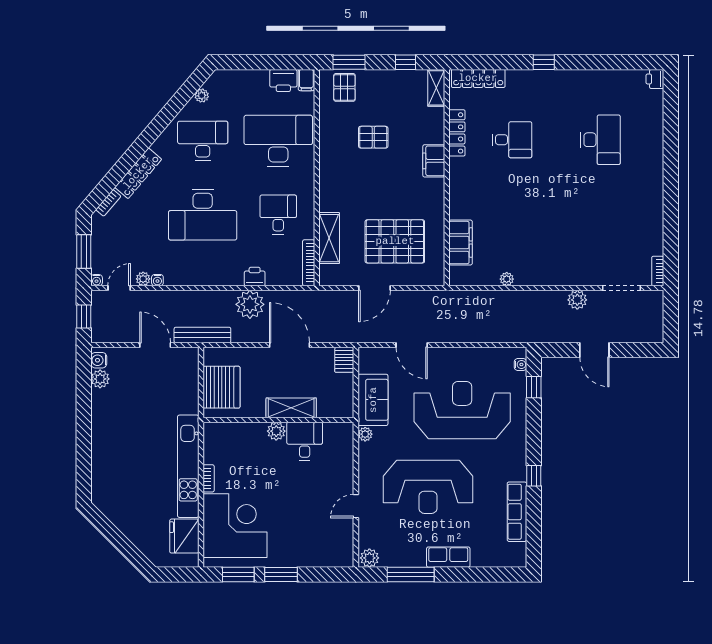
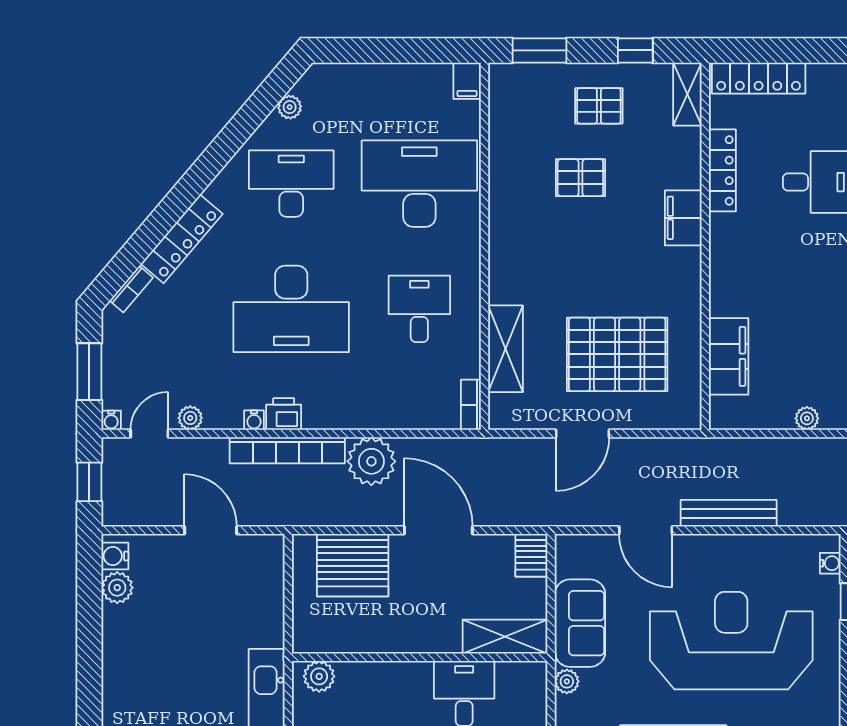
printer: (283, 80) -> (428, 81), removed
pallet: (344, 87) -> (599, 106), moved, turned 90
bookcase: (309, 263) -> (471, 405), width x0.64
printer: (255, 277) -> (284, 414), moved
water cooler: (157, 280) -> (254, 420), moved
bookcase: (200, 298) -> (287, 450), added
bench: (202, 335) -> (729, 513), moved
server rack: (221, 387) -> (353, 565), moved, turned 90
shelving: (291, 408) -> (505, 637), moved
plant: (276, 431) -> (319, 676), moved

